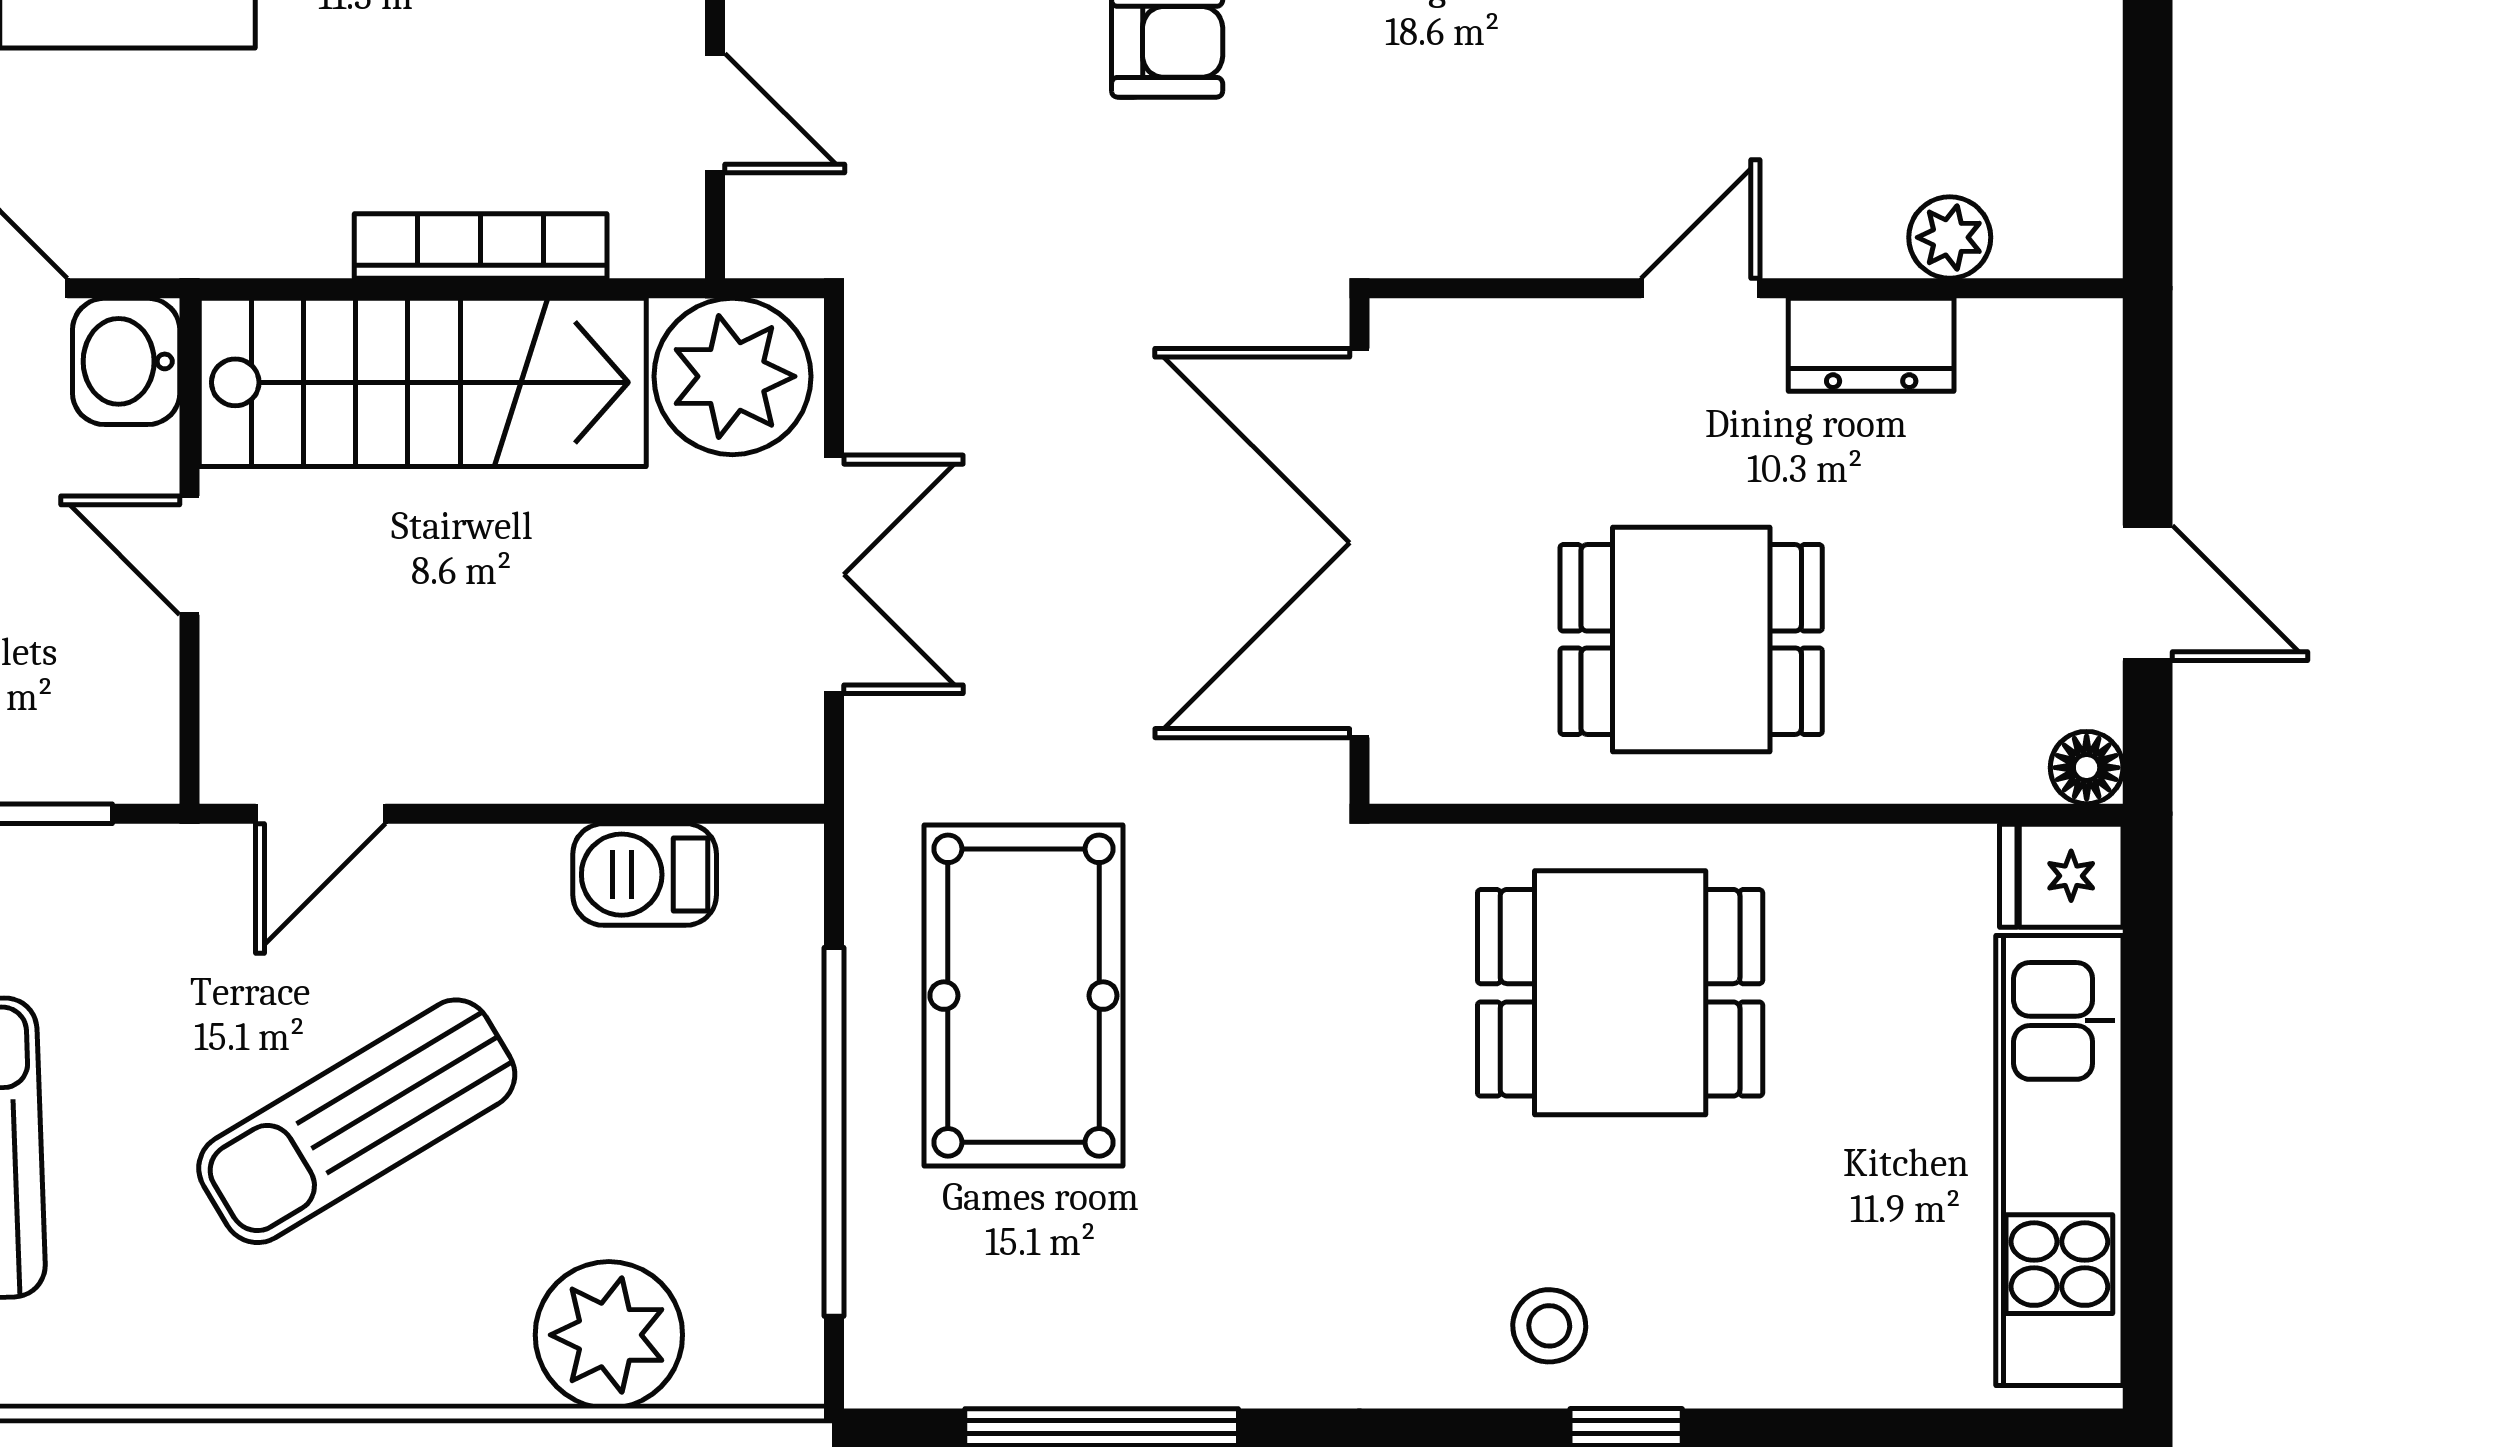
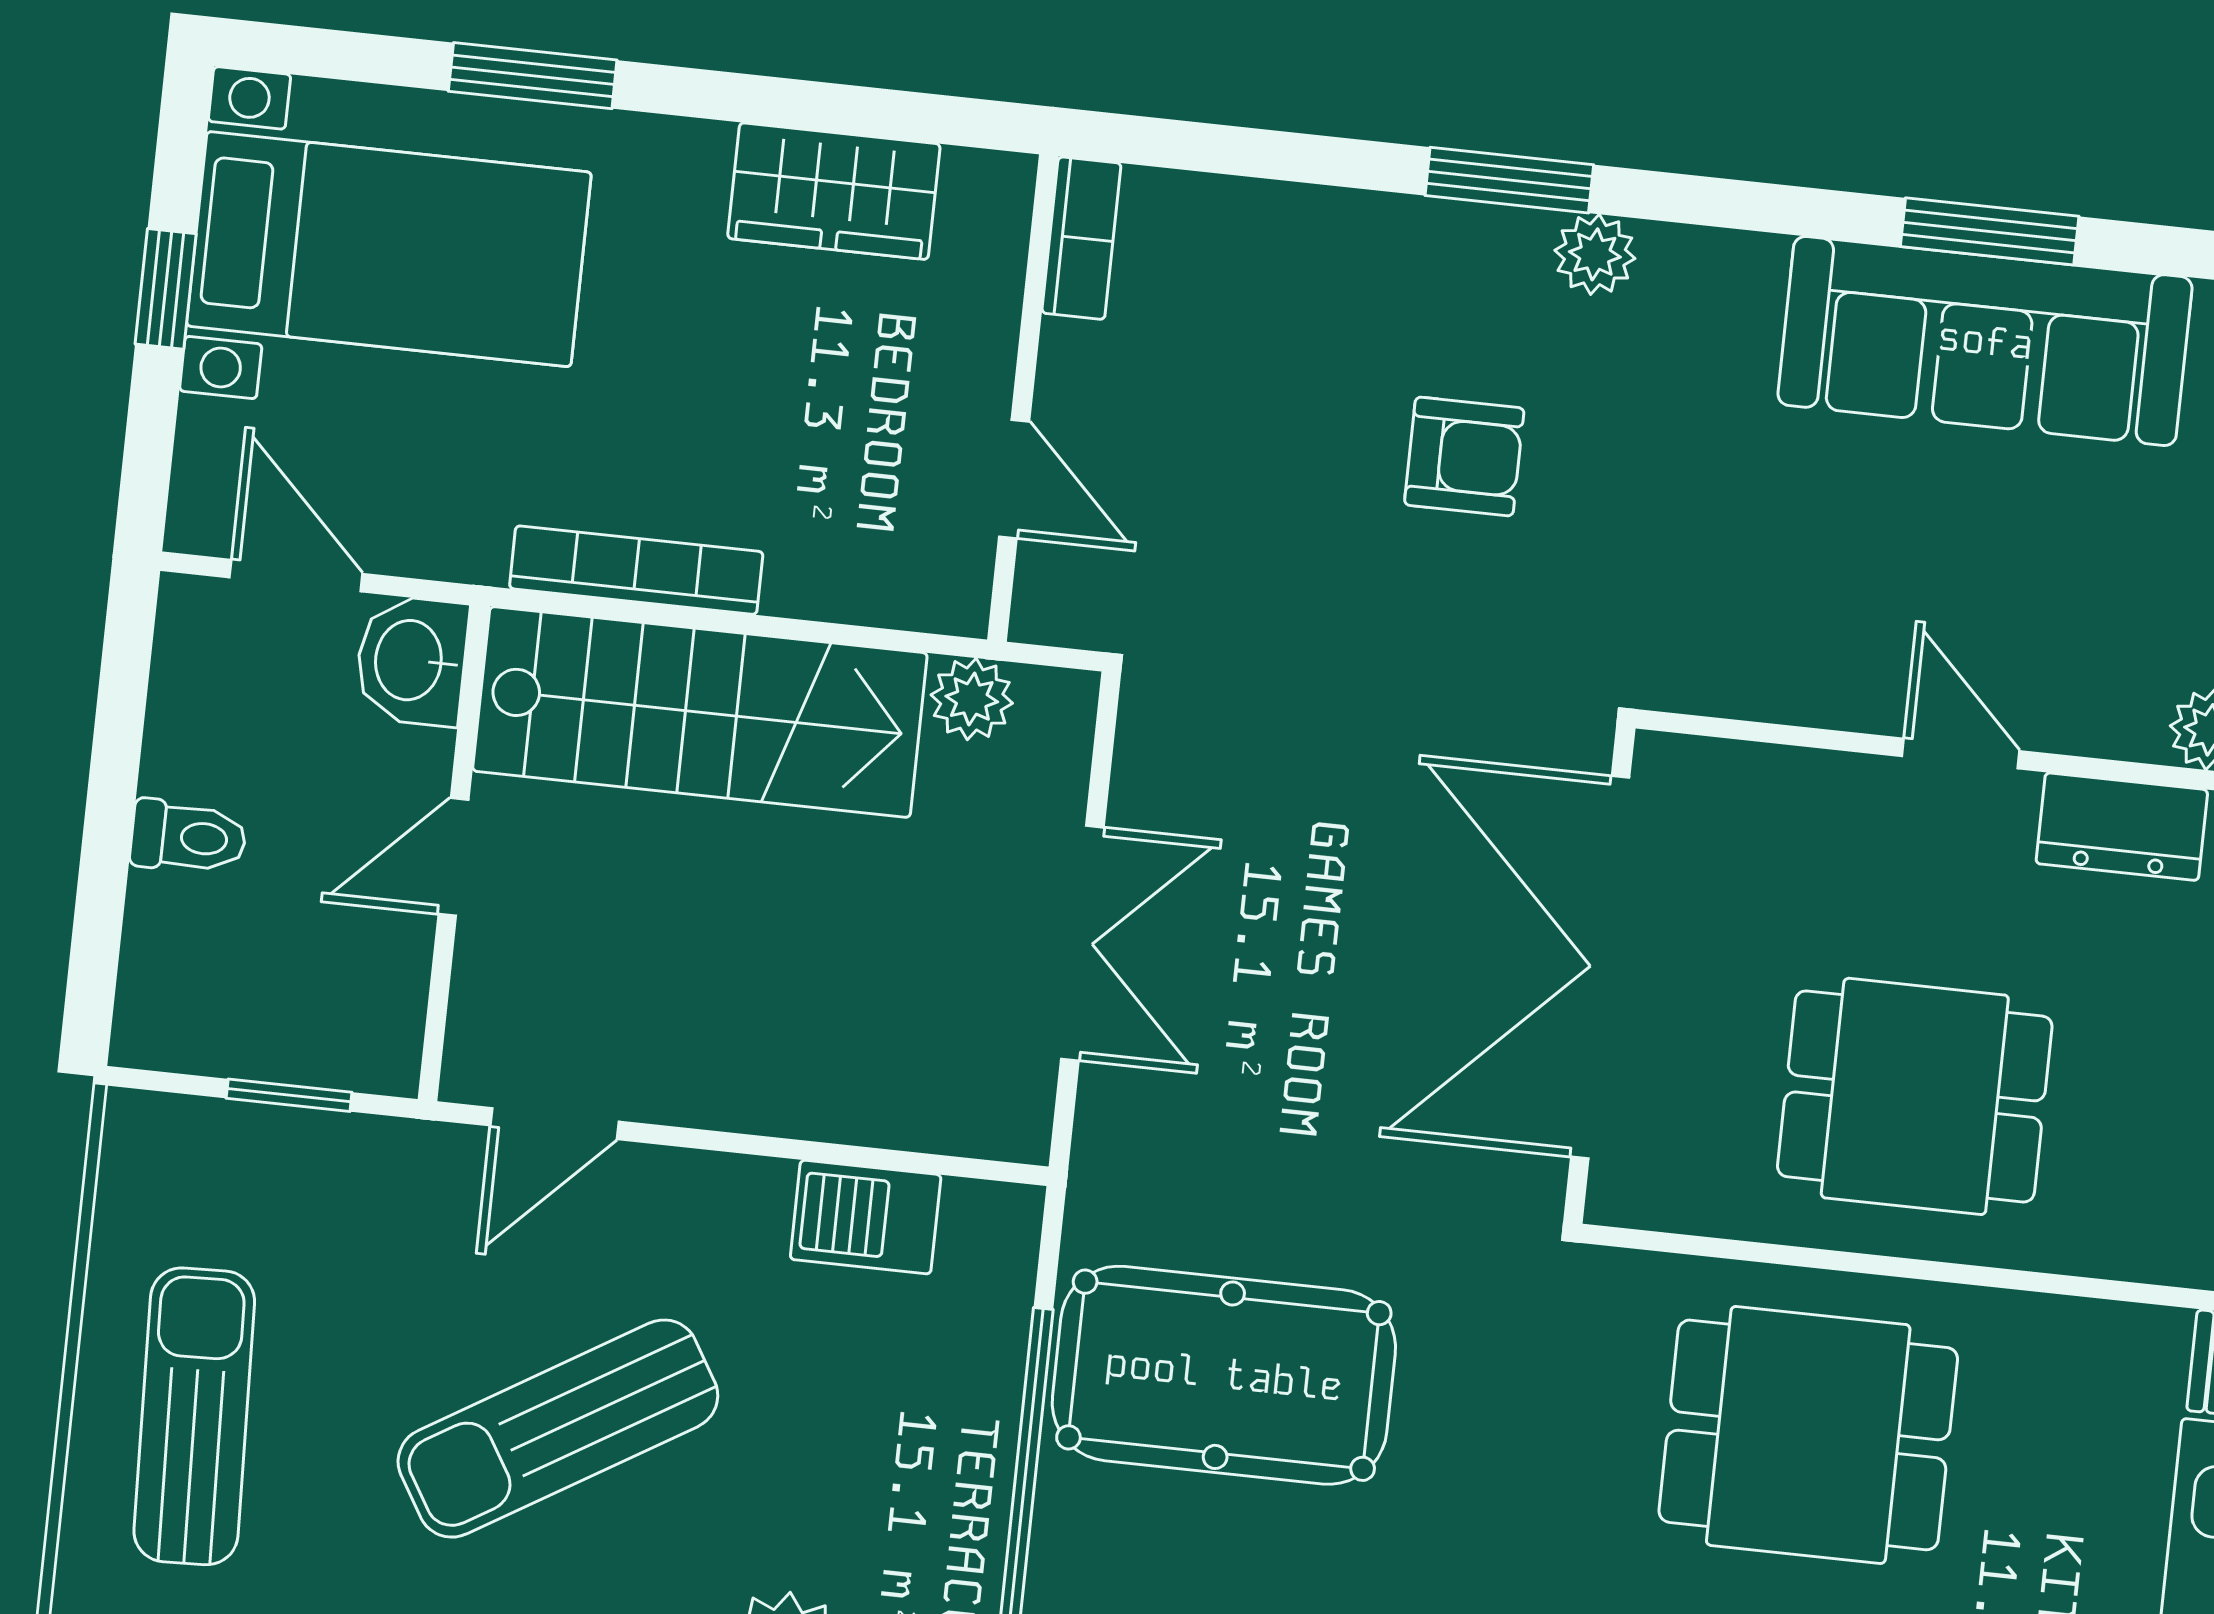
bookcase: (481, 246) -> (636, 570), moved
door: (1701, 288) -> (1961, 754), hinge flipped
plant: (732, 376) -> (972, 699), width x0.53, depth x0.53
door: (190, 555) -> (453, 857), hinge flipped
pool table: (1023, 996) -> (1224, 1375), turned 90

